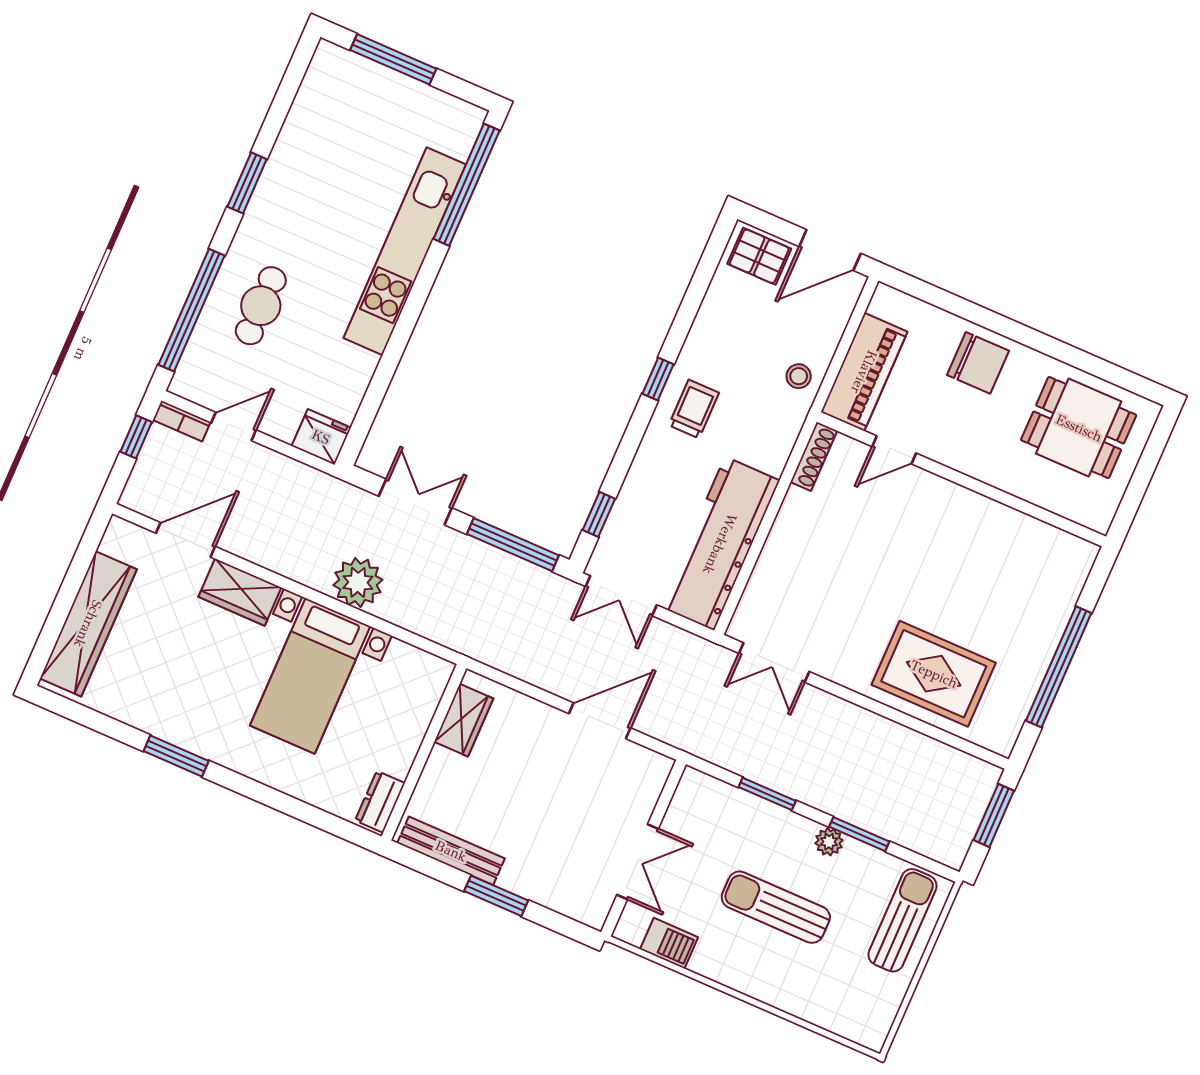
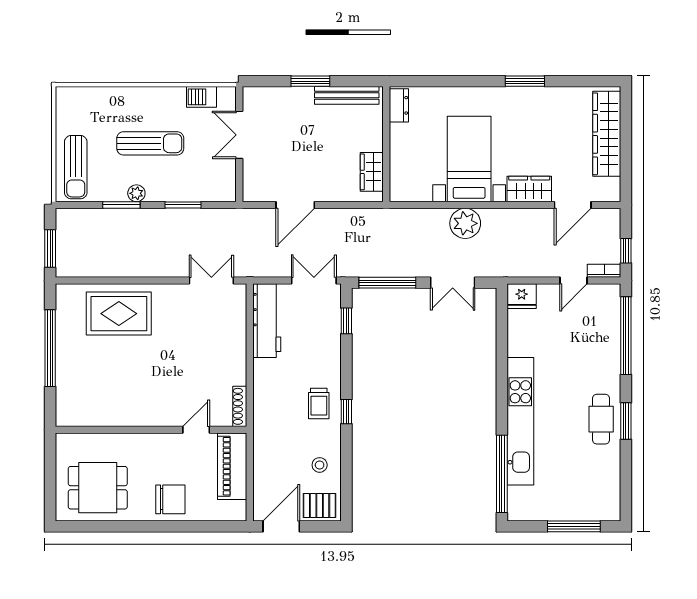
cafe table: (261, 306) -> (601, 419), moved
chair: (978, 363) -> (170, 499), turned 180
stool: (799, 376) -> (320, 465), moved
workbench: (720, 544) -> (267, 321), width x0.73, depth x0.76

